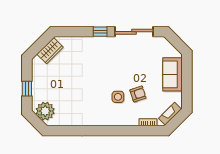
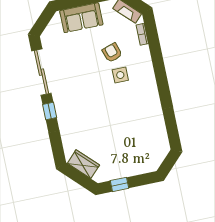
window: (27, 89) -> (120, 184), moved
plant: (45, 111) -> (154, 155), removed

